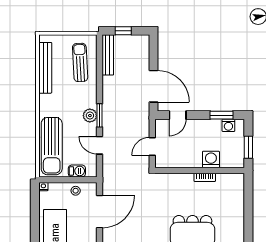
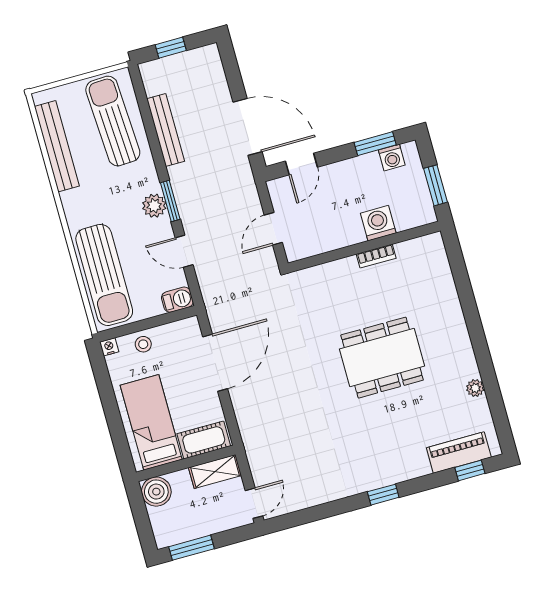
bench: (108, 55) -> (166, 130), moved
sun lounger: (80, 62) -> (113, 121), width x1.36, depth x1.34
barbecue: (77, 171) -> (177, 300), moved
stool: (76, 191) -> (143, 344), moved

